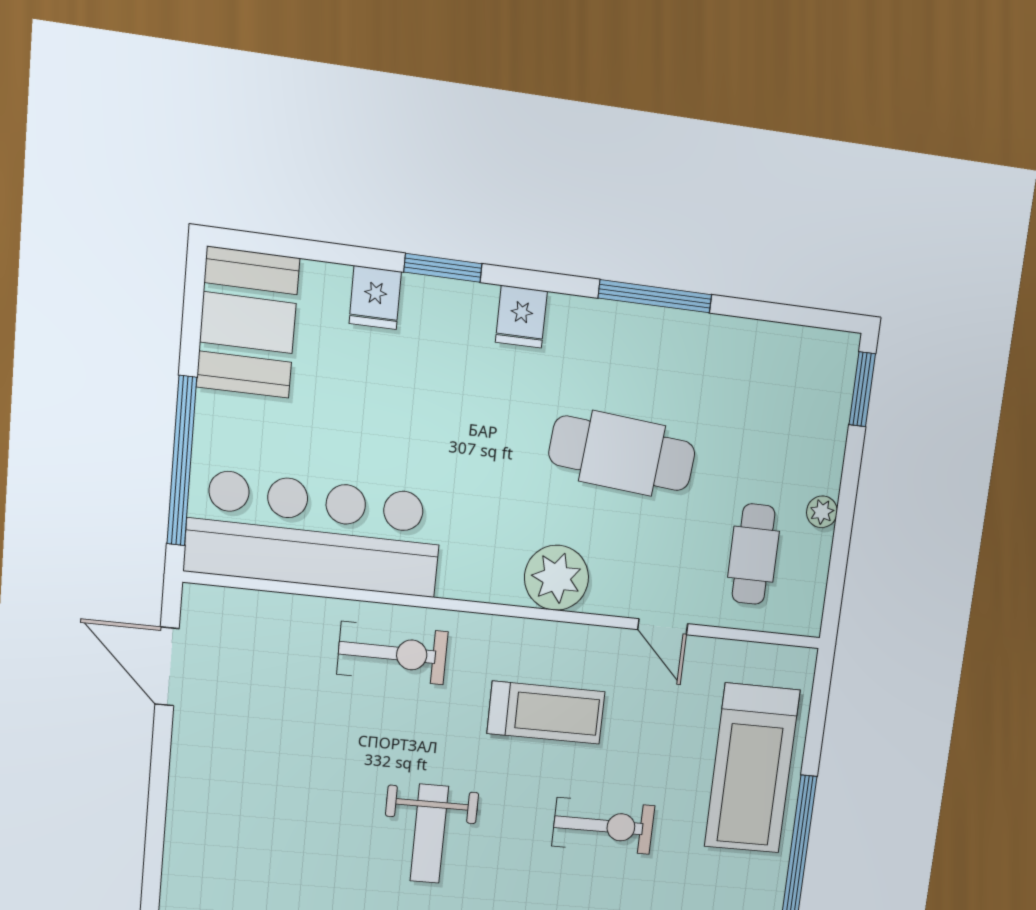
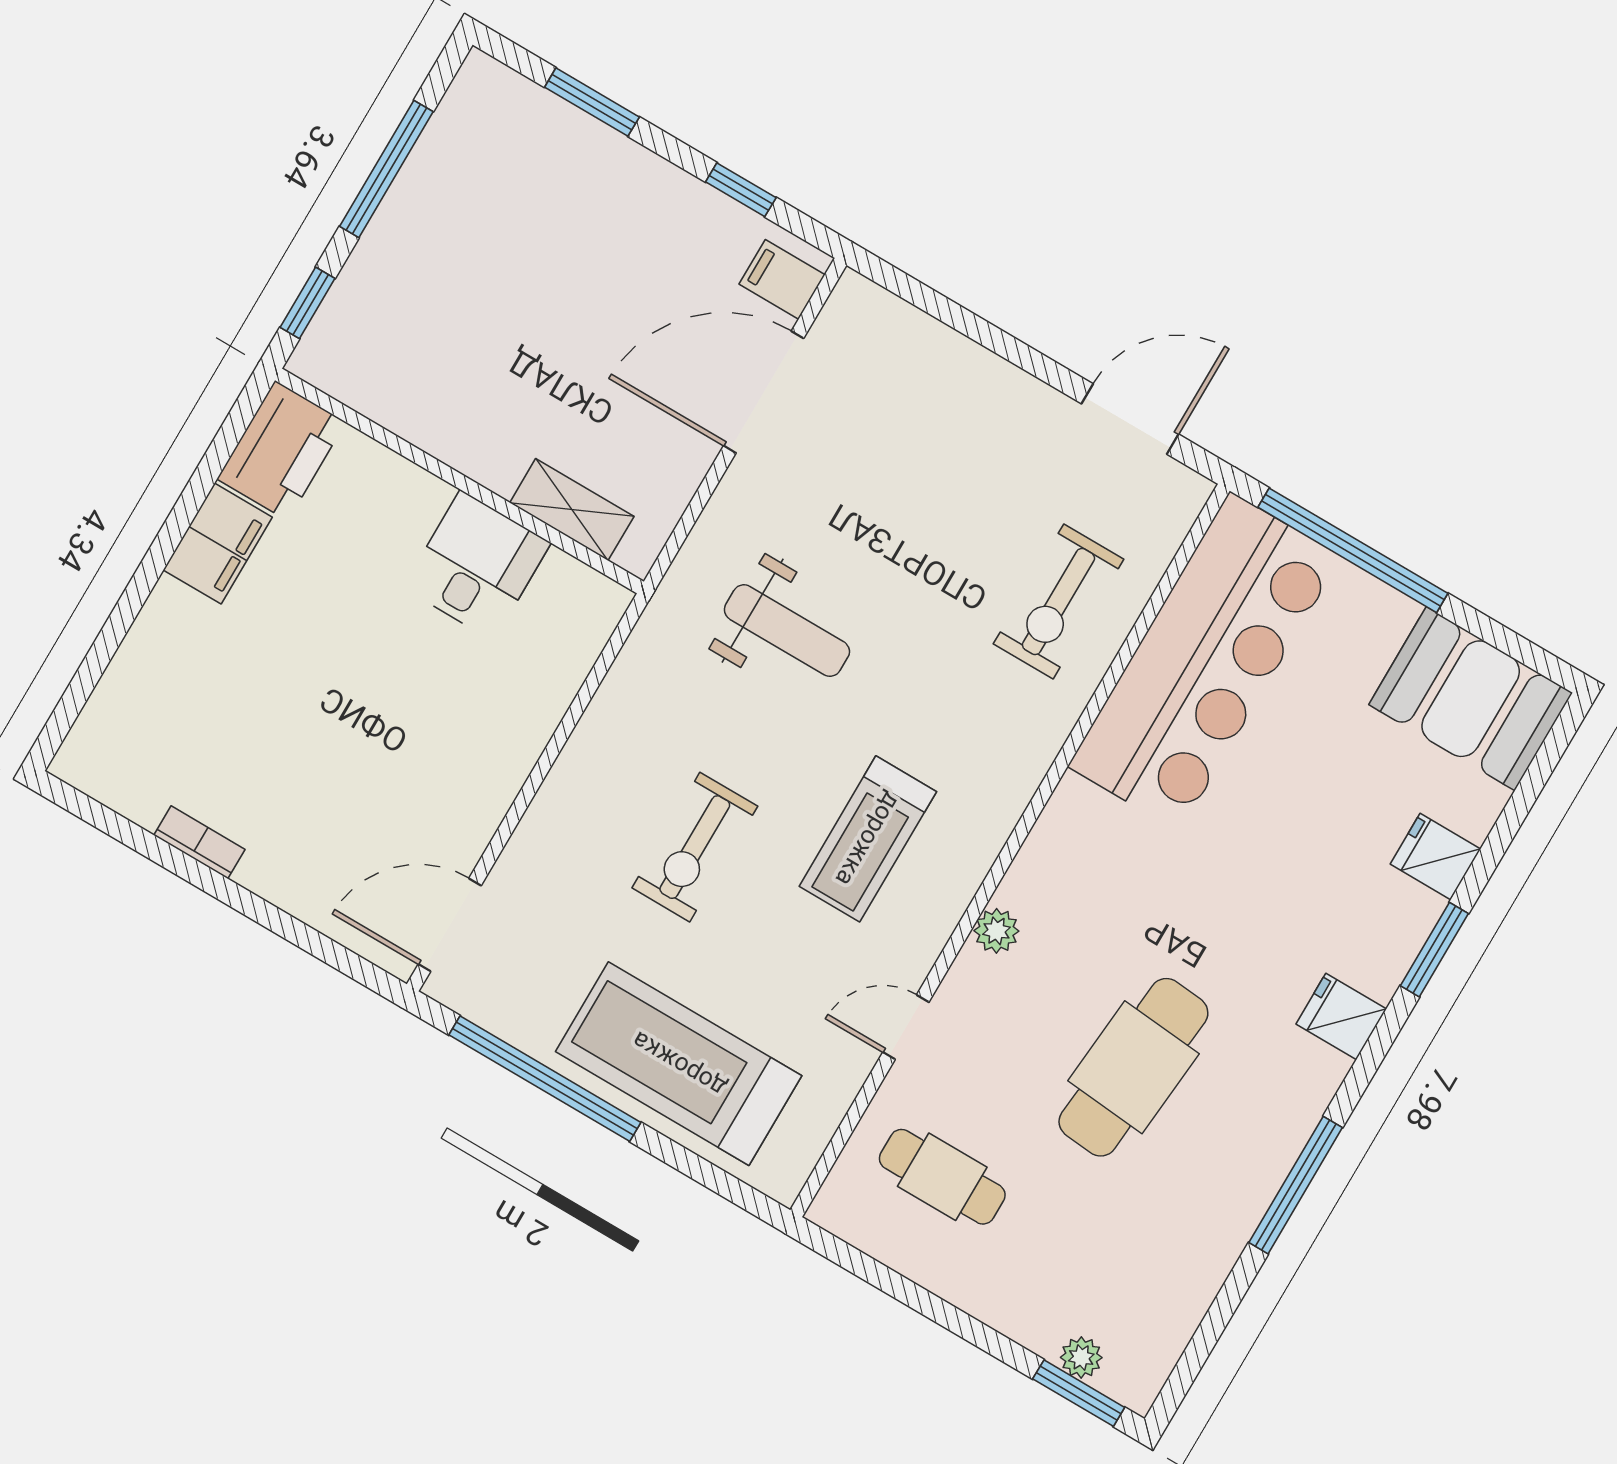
plant: (822, 512) -> (1081, 1357), moved
plant: (556, 578) -> (996, 931), width x0.53, depth x0.53
exercise bike: (393, 653) -> (1058, 602), moved
weight bench: (429, 834) -> (787, 631), turned 180

